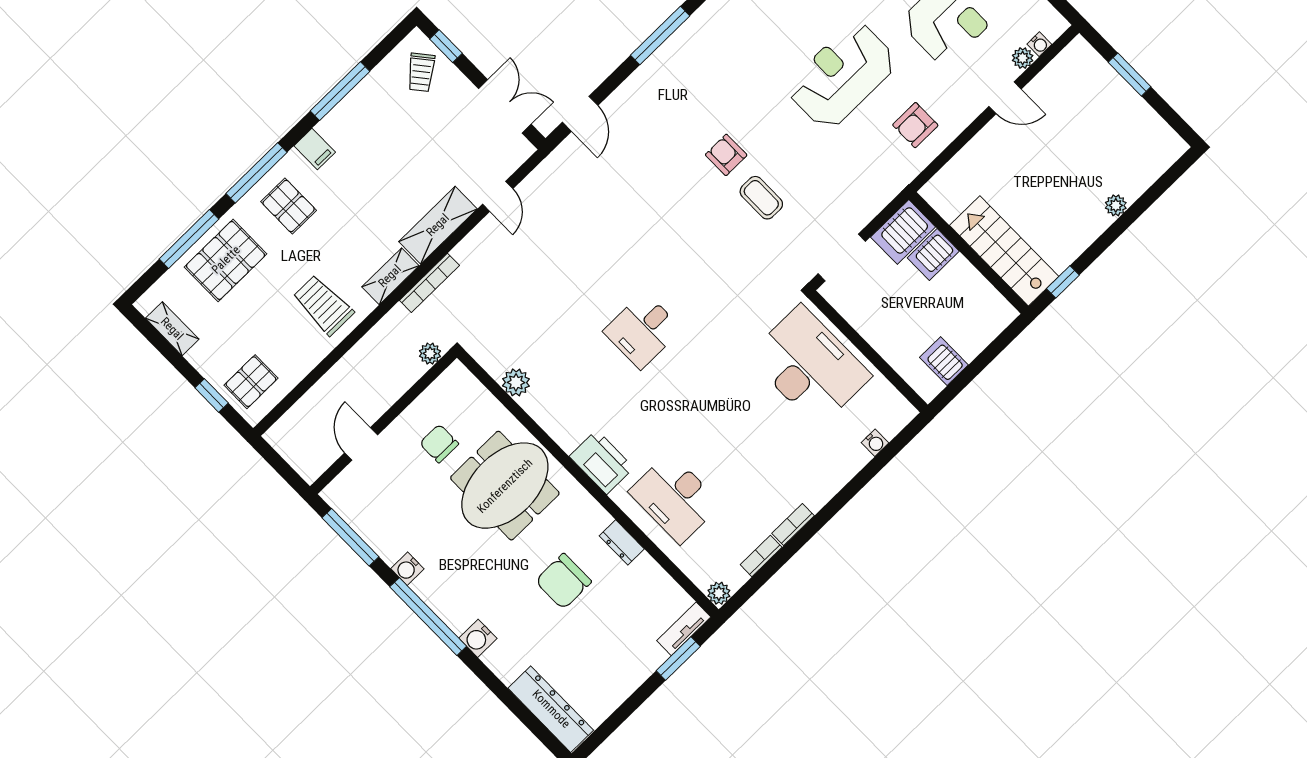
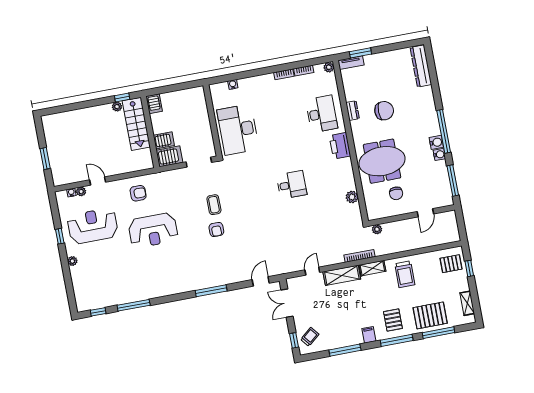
plant: (1116, 205) -> (117, 107), moved
server rack: (944, 361) -> (154, 104), moved
water cooler: (478, 638) -> (436, 142), moved

